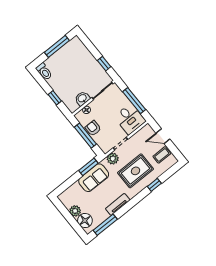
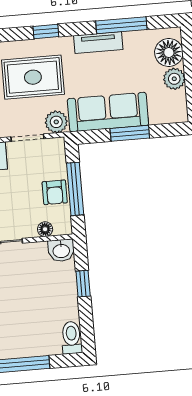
washbasin: (82, 98) -> (61, 250), moved
window: (88, 167) -> (130, 133), moved
sofa: (94, 178) -> (108, 112), width x1.36
window: (154, 185) -> (46, 31), moved
window: (105, 225) -> (121, 25), moved

